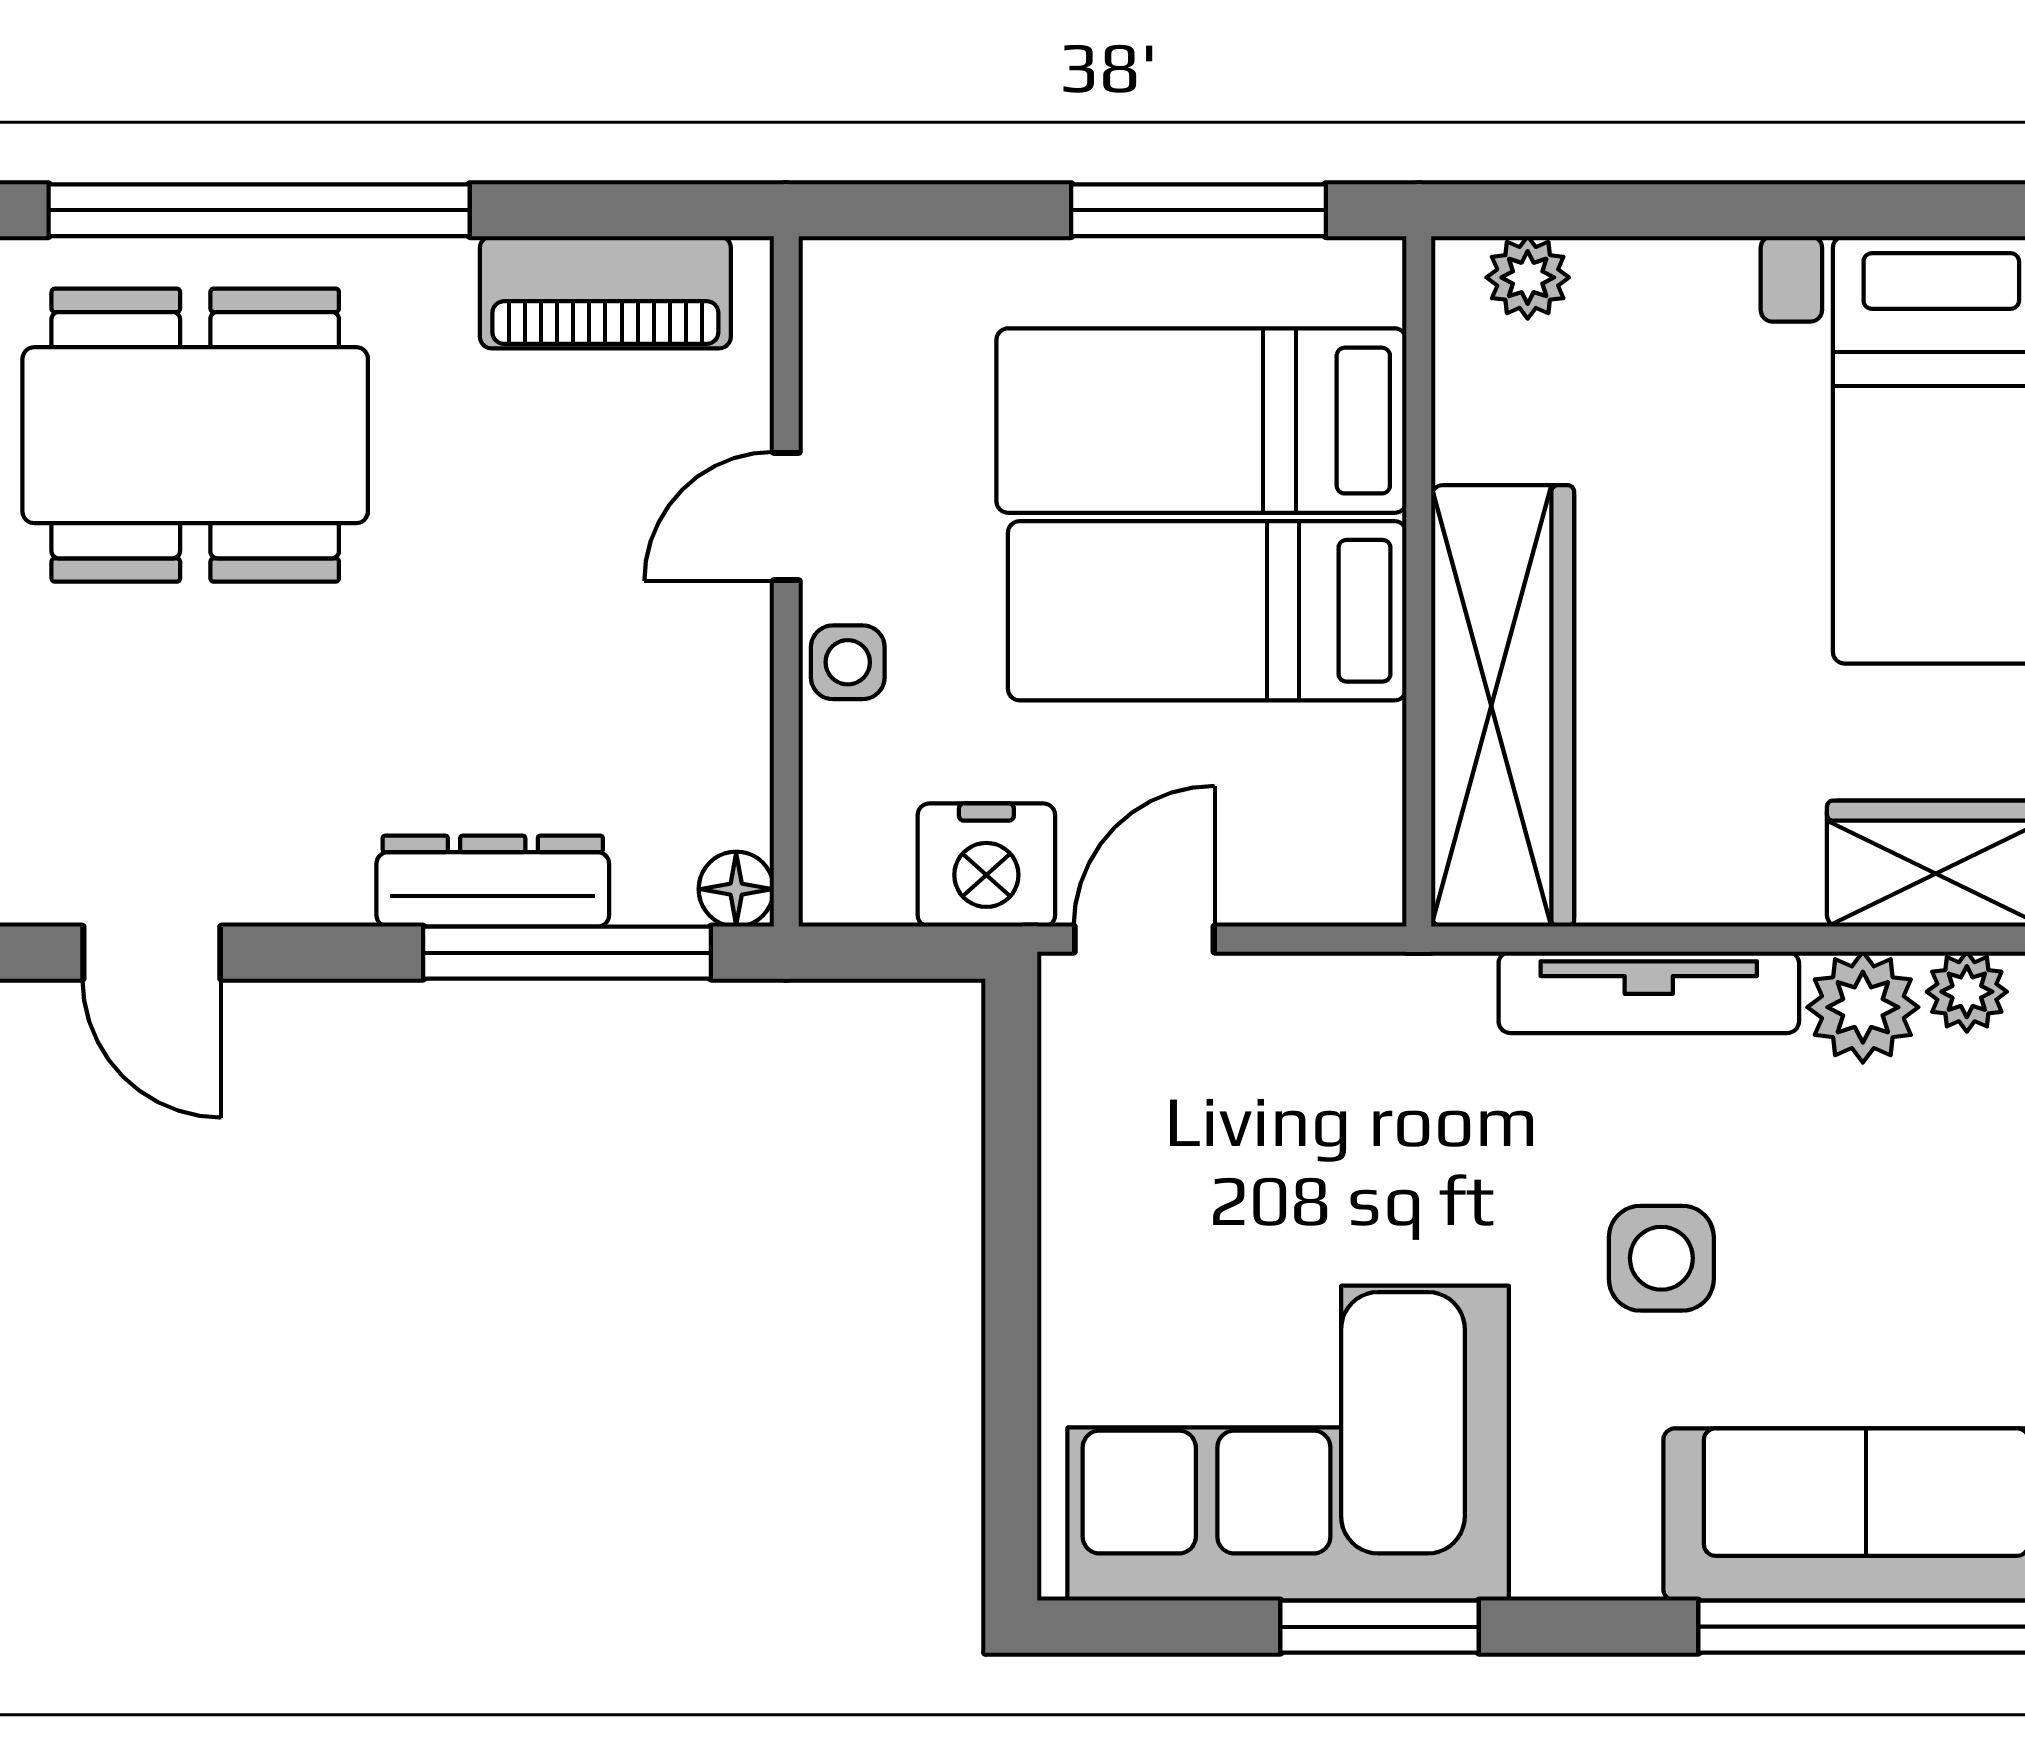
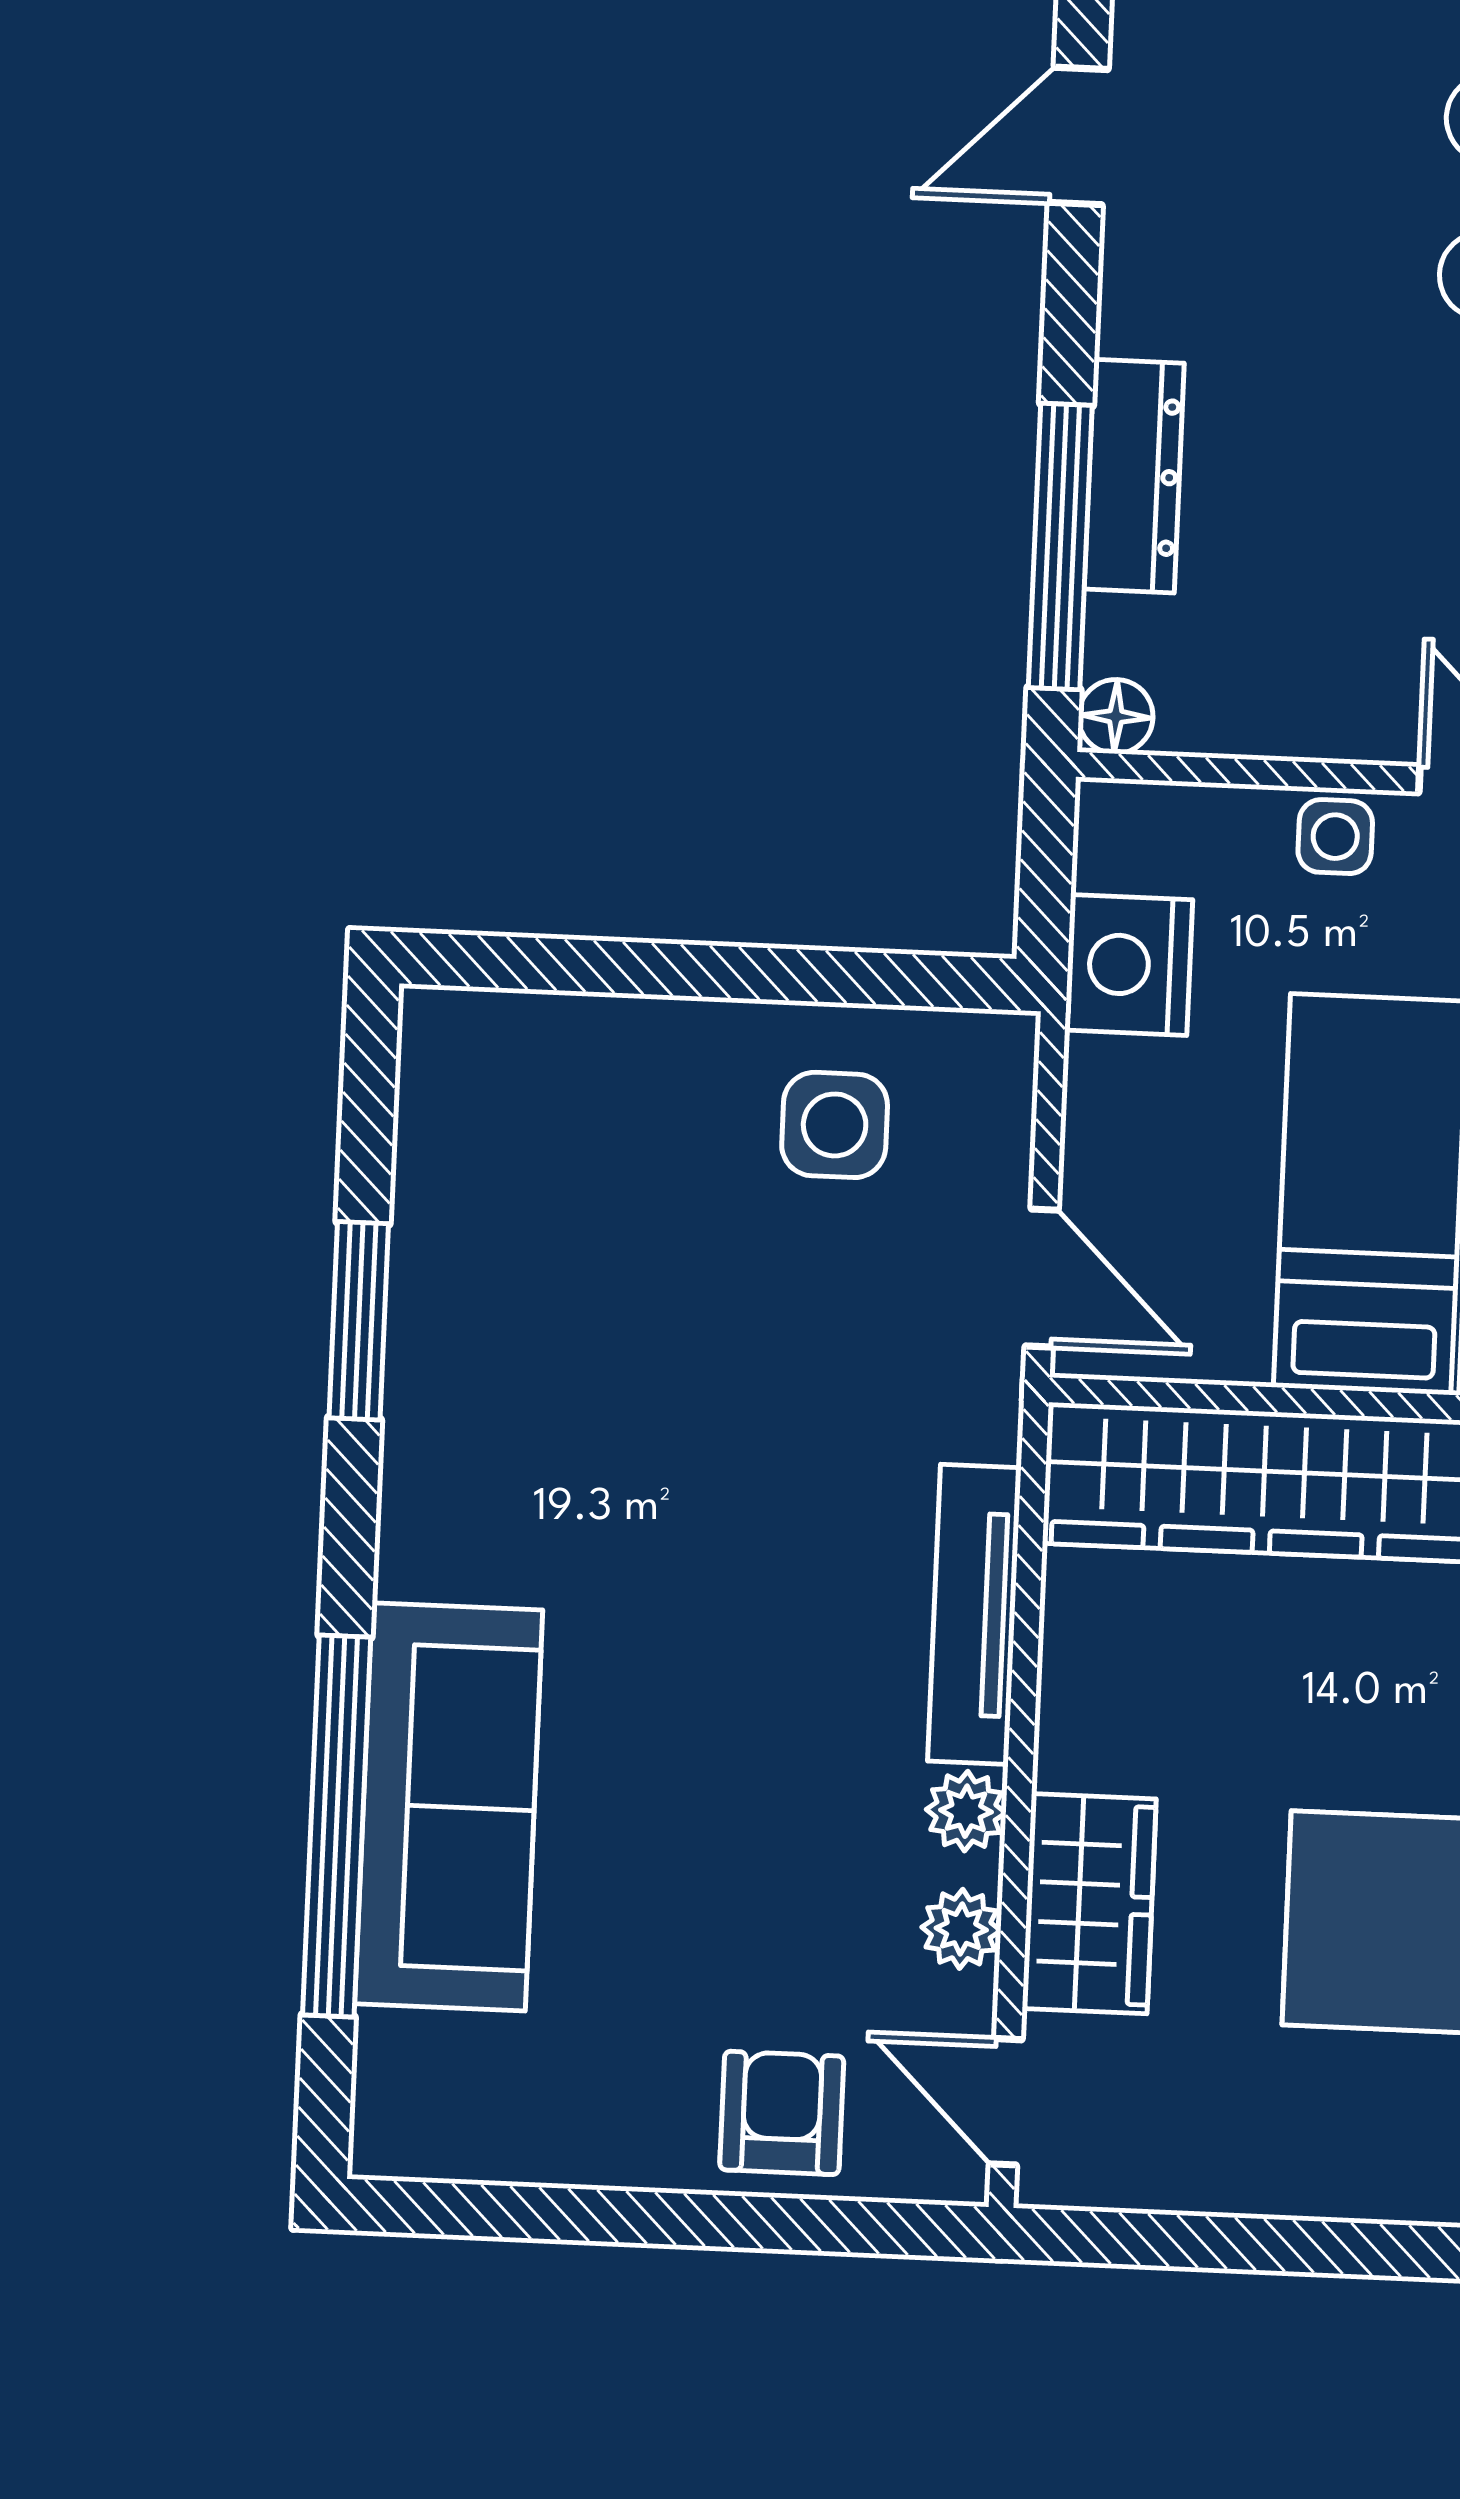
door: (1144, 939) -> (1042, 1278), moved
plant: (1863, 1007) -> (966, 1811), width x0.73, depth x0.73
side table: (1661, 1258) -> (835, 1125), moved
corner sofa: (1288, 1443) -> (544, 1238), removed

